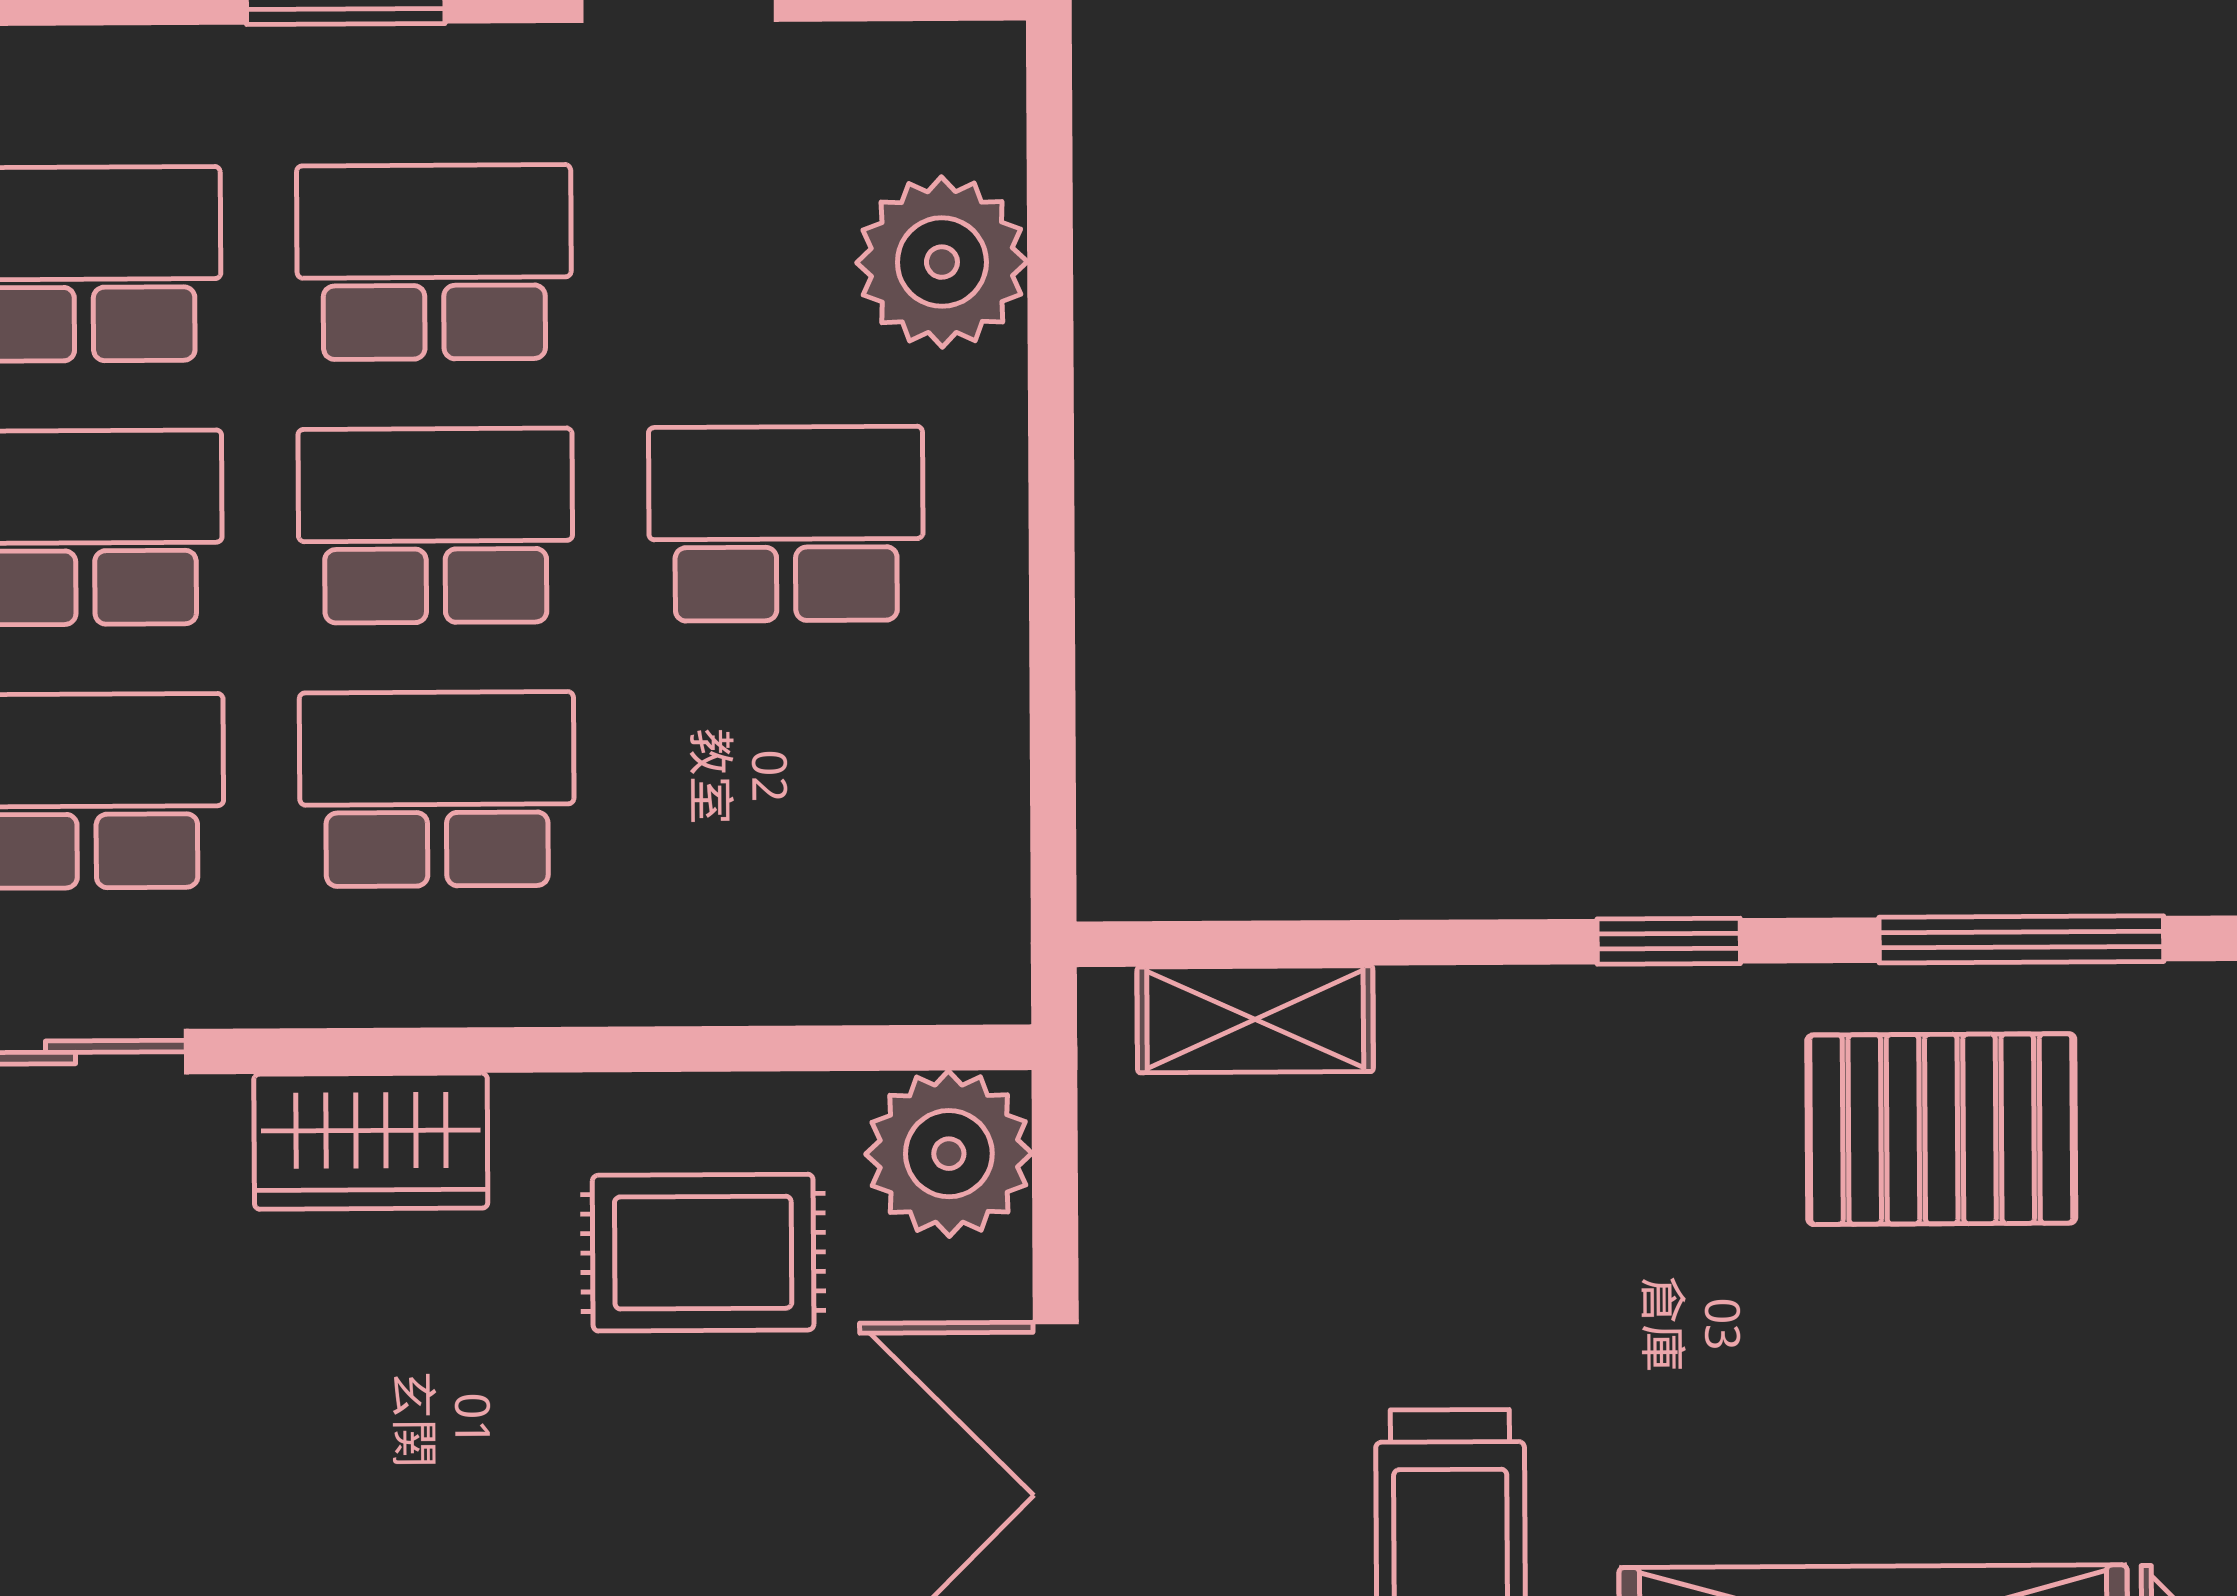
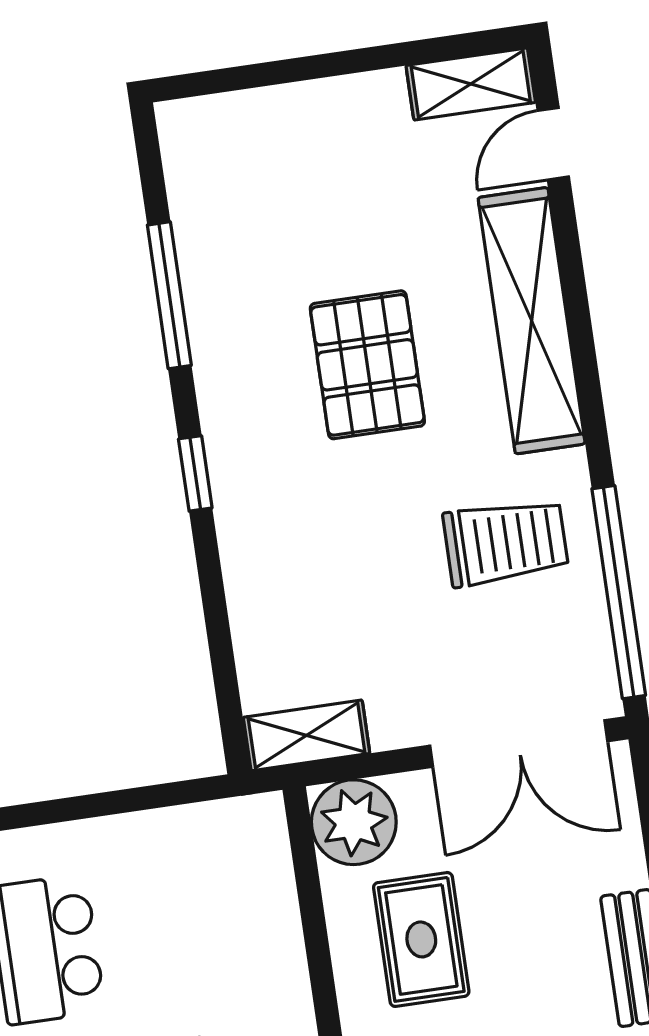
shelving: (1255, 1019) -> (307, 735), moved, turned 90
pallet: (1941, 1129) -> (367, 365), moved

